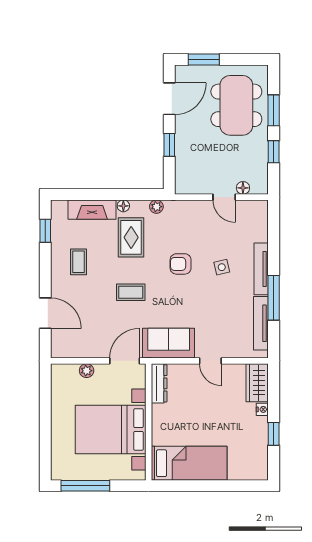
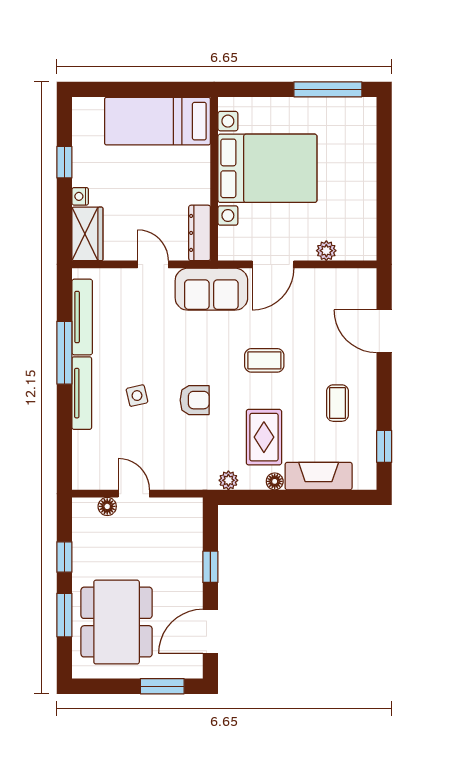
dresser: (159, 383) -> (200, 233), moved
wall: (149, 422) -> (214, 179), moved
bed with nightstands: (111, 429) -> (267, 168), moved
bed: (189, 463) -> (157, 121), moved

